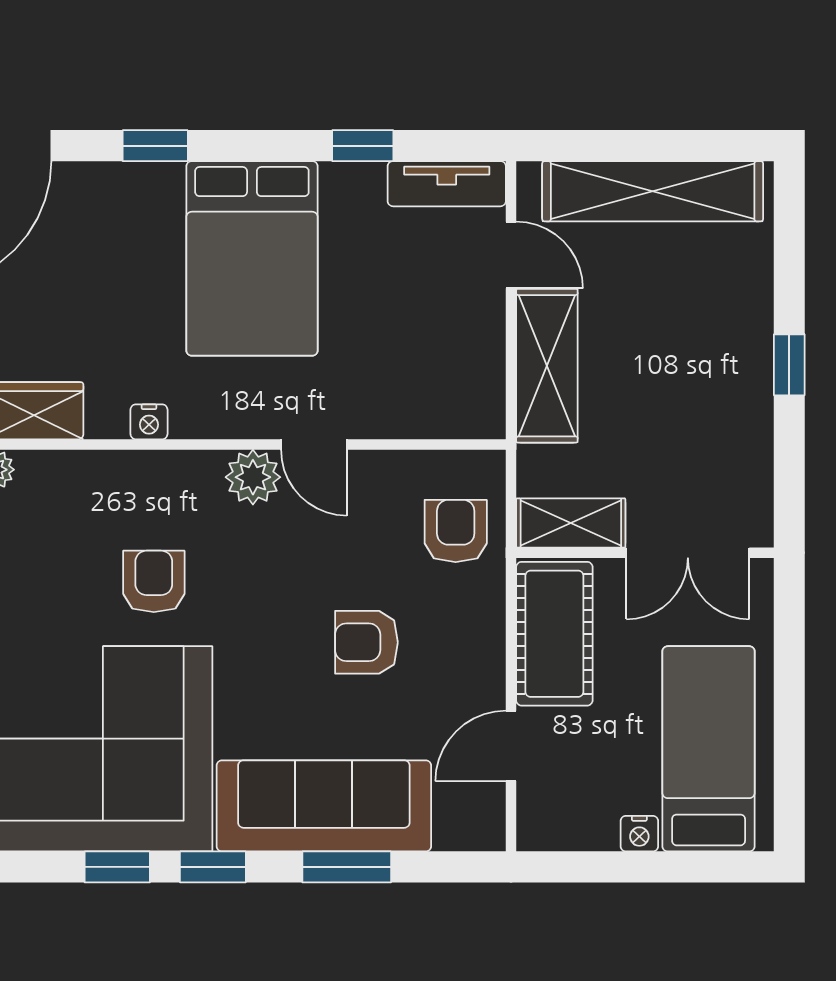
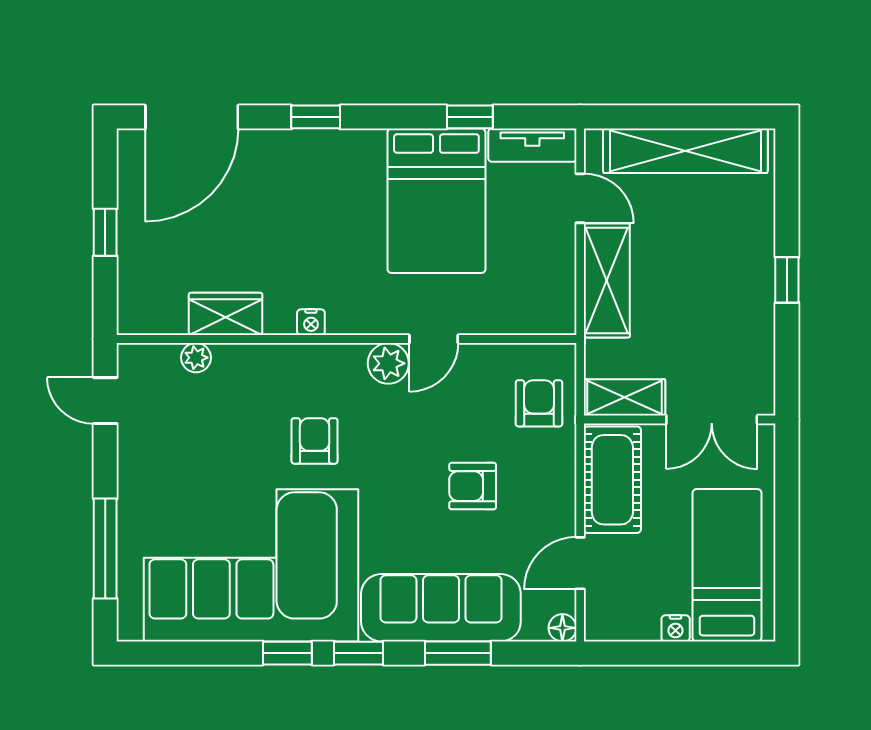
bed: (252, 258) -> (436, 201), moved
door: (314, 444) -> (434, 339), hinge flipped
floor lamp: (487, 833) -> (562, 628), added

